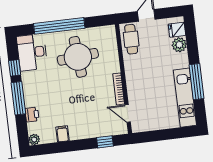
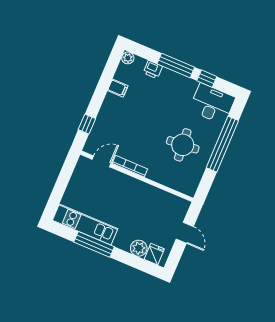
cafe table: (131, 39) -> (170, 205), removed
round table: (78, 57) -> (183, 145), width x0.73, depth x0.73

